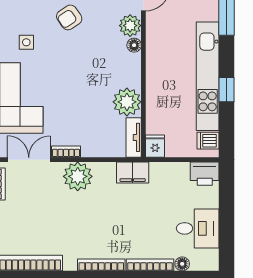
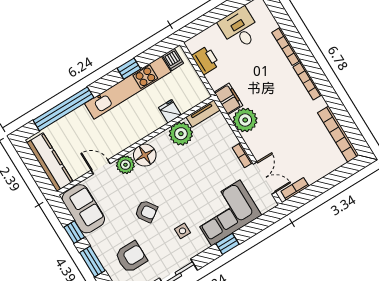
floor lamp: (134, 45) -> (145, 155), width x1.89, depth x1.89
fridge: (155, 146) -> (170, 111), moved, turned 90
double door: (29, 160) -> (264, 178), swing flipped
printer: (205, 174) -> (206, 60), moved
plant: (78, 176) -> (245, 120), moved
floor lamp: (182, 264) -> (271, 24), removed

